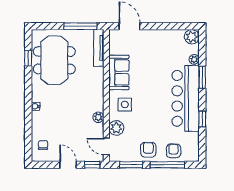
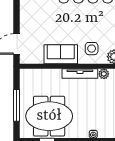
window: (80, 26) -> (16, 105), moved
tv unit: (99, 48) -> (80, 74), moved

